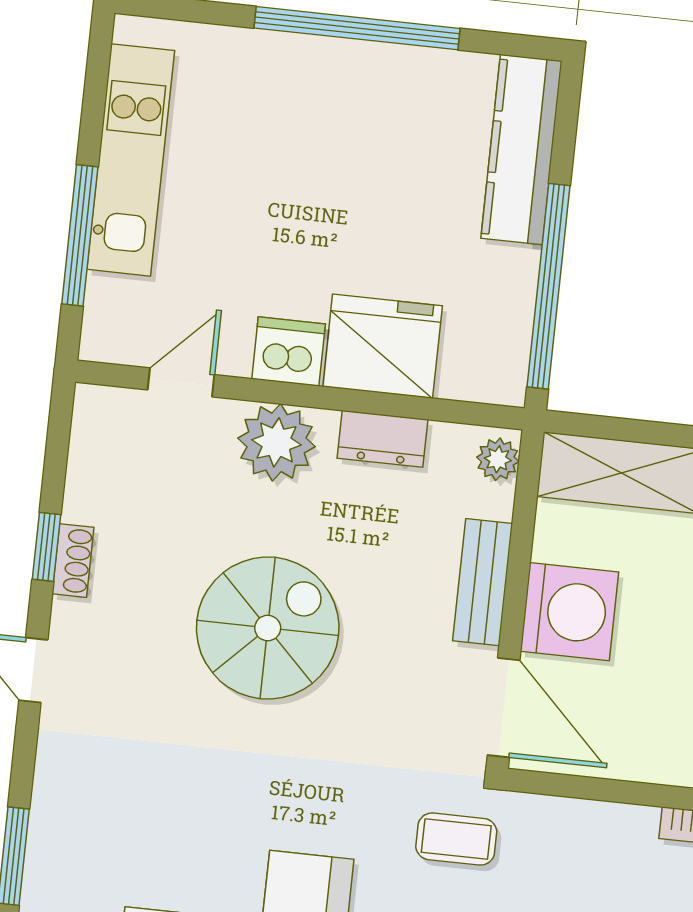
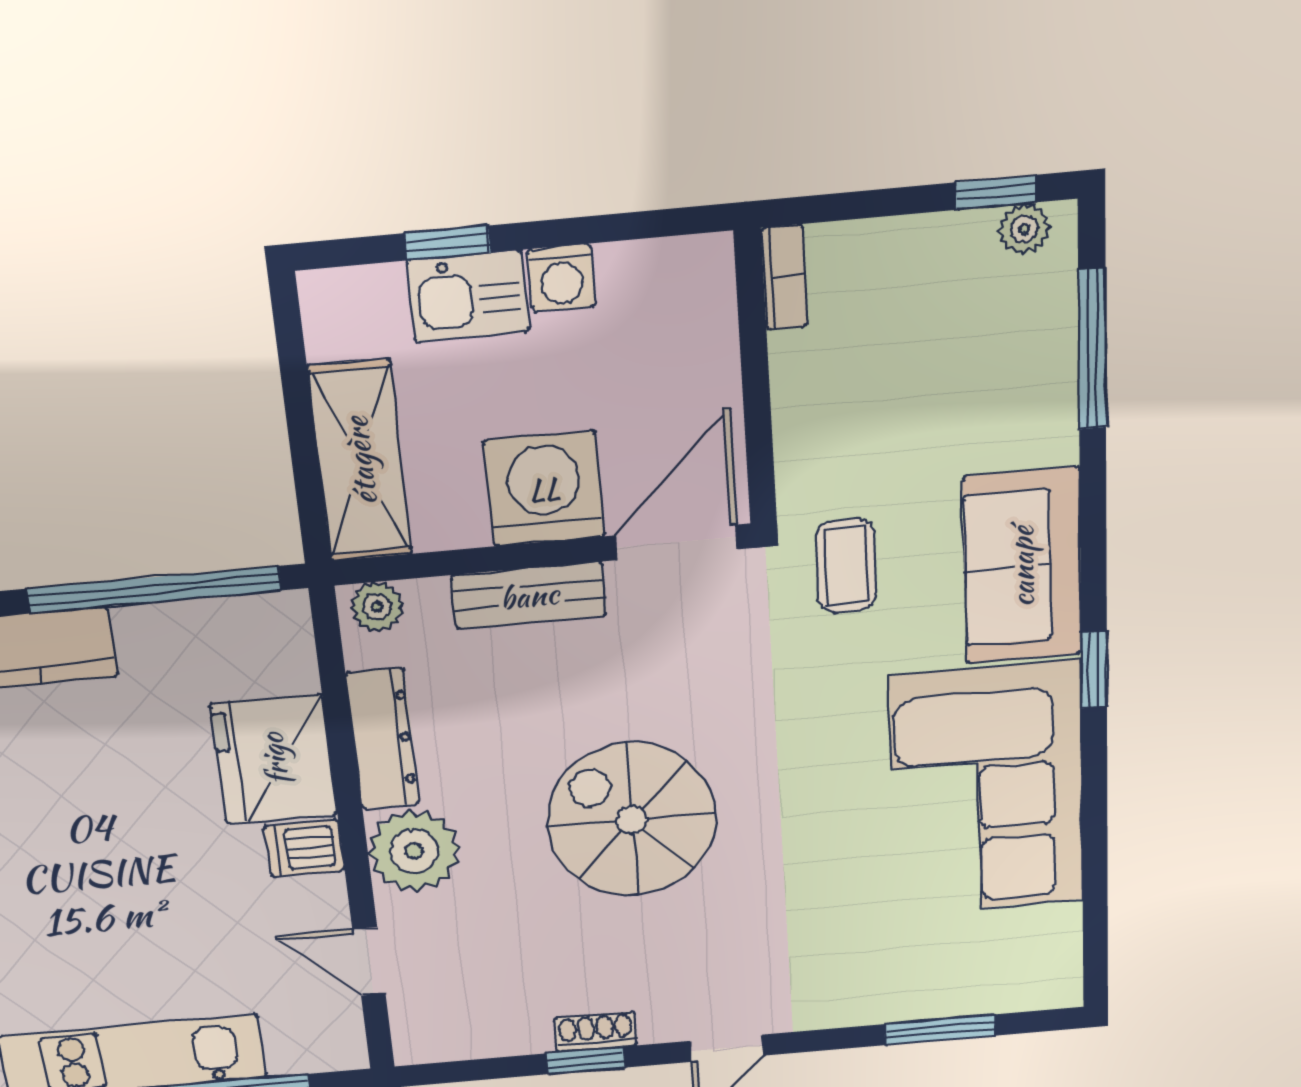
dishwasher: (289, 352) -> (305, 848), width x0.73
dresser: (383, 439) -> (383, 739), width x1.44

